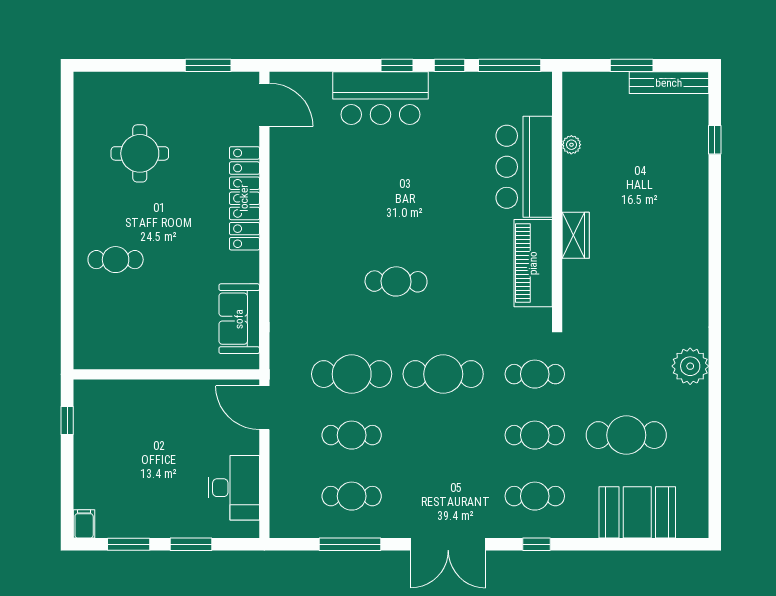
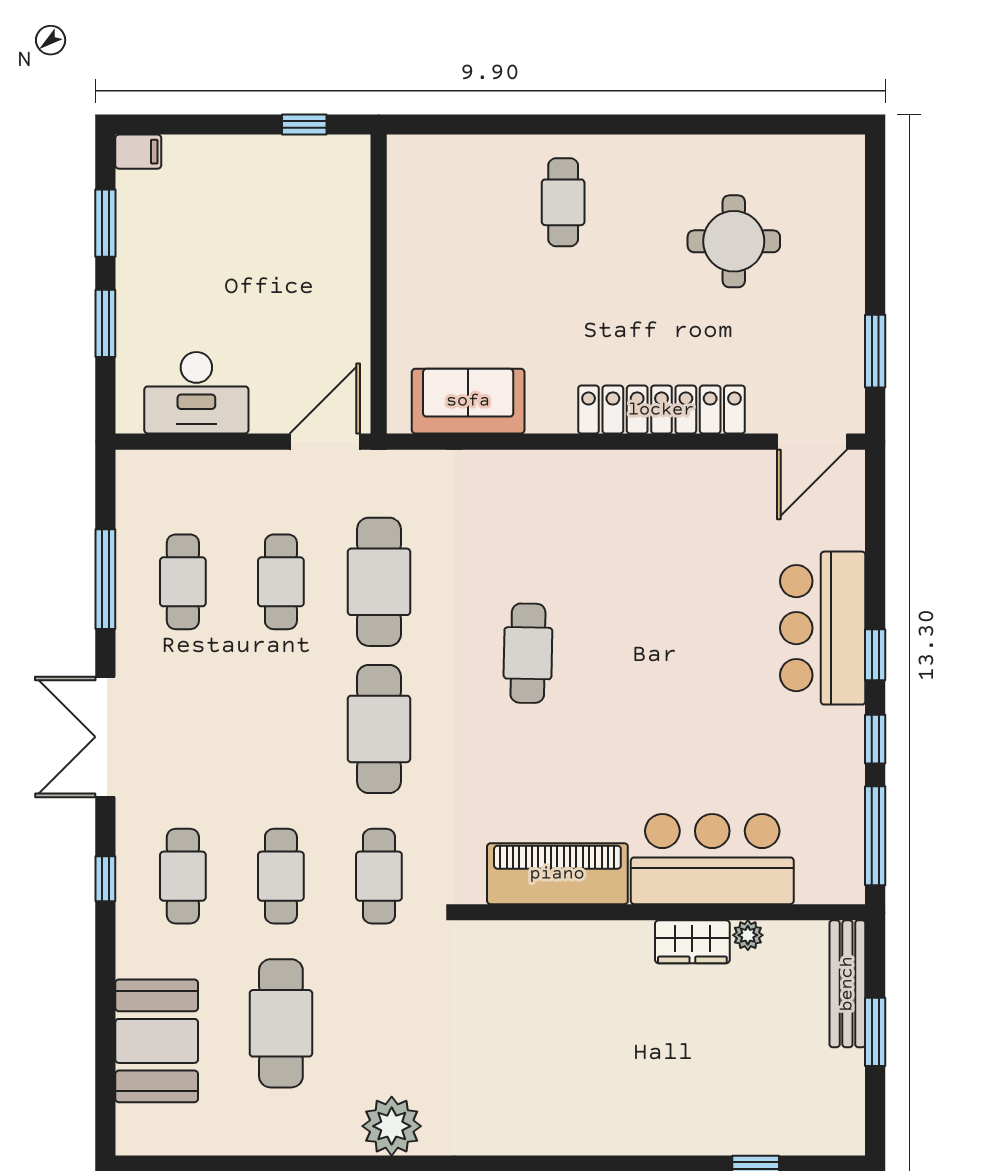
bench: (669, 83) -> (847, 984), moved
wardrobe: (576, 235) -> (692, 942), moved

